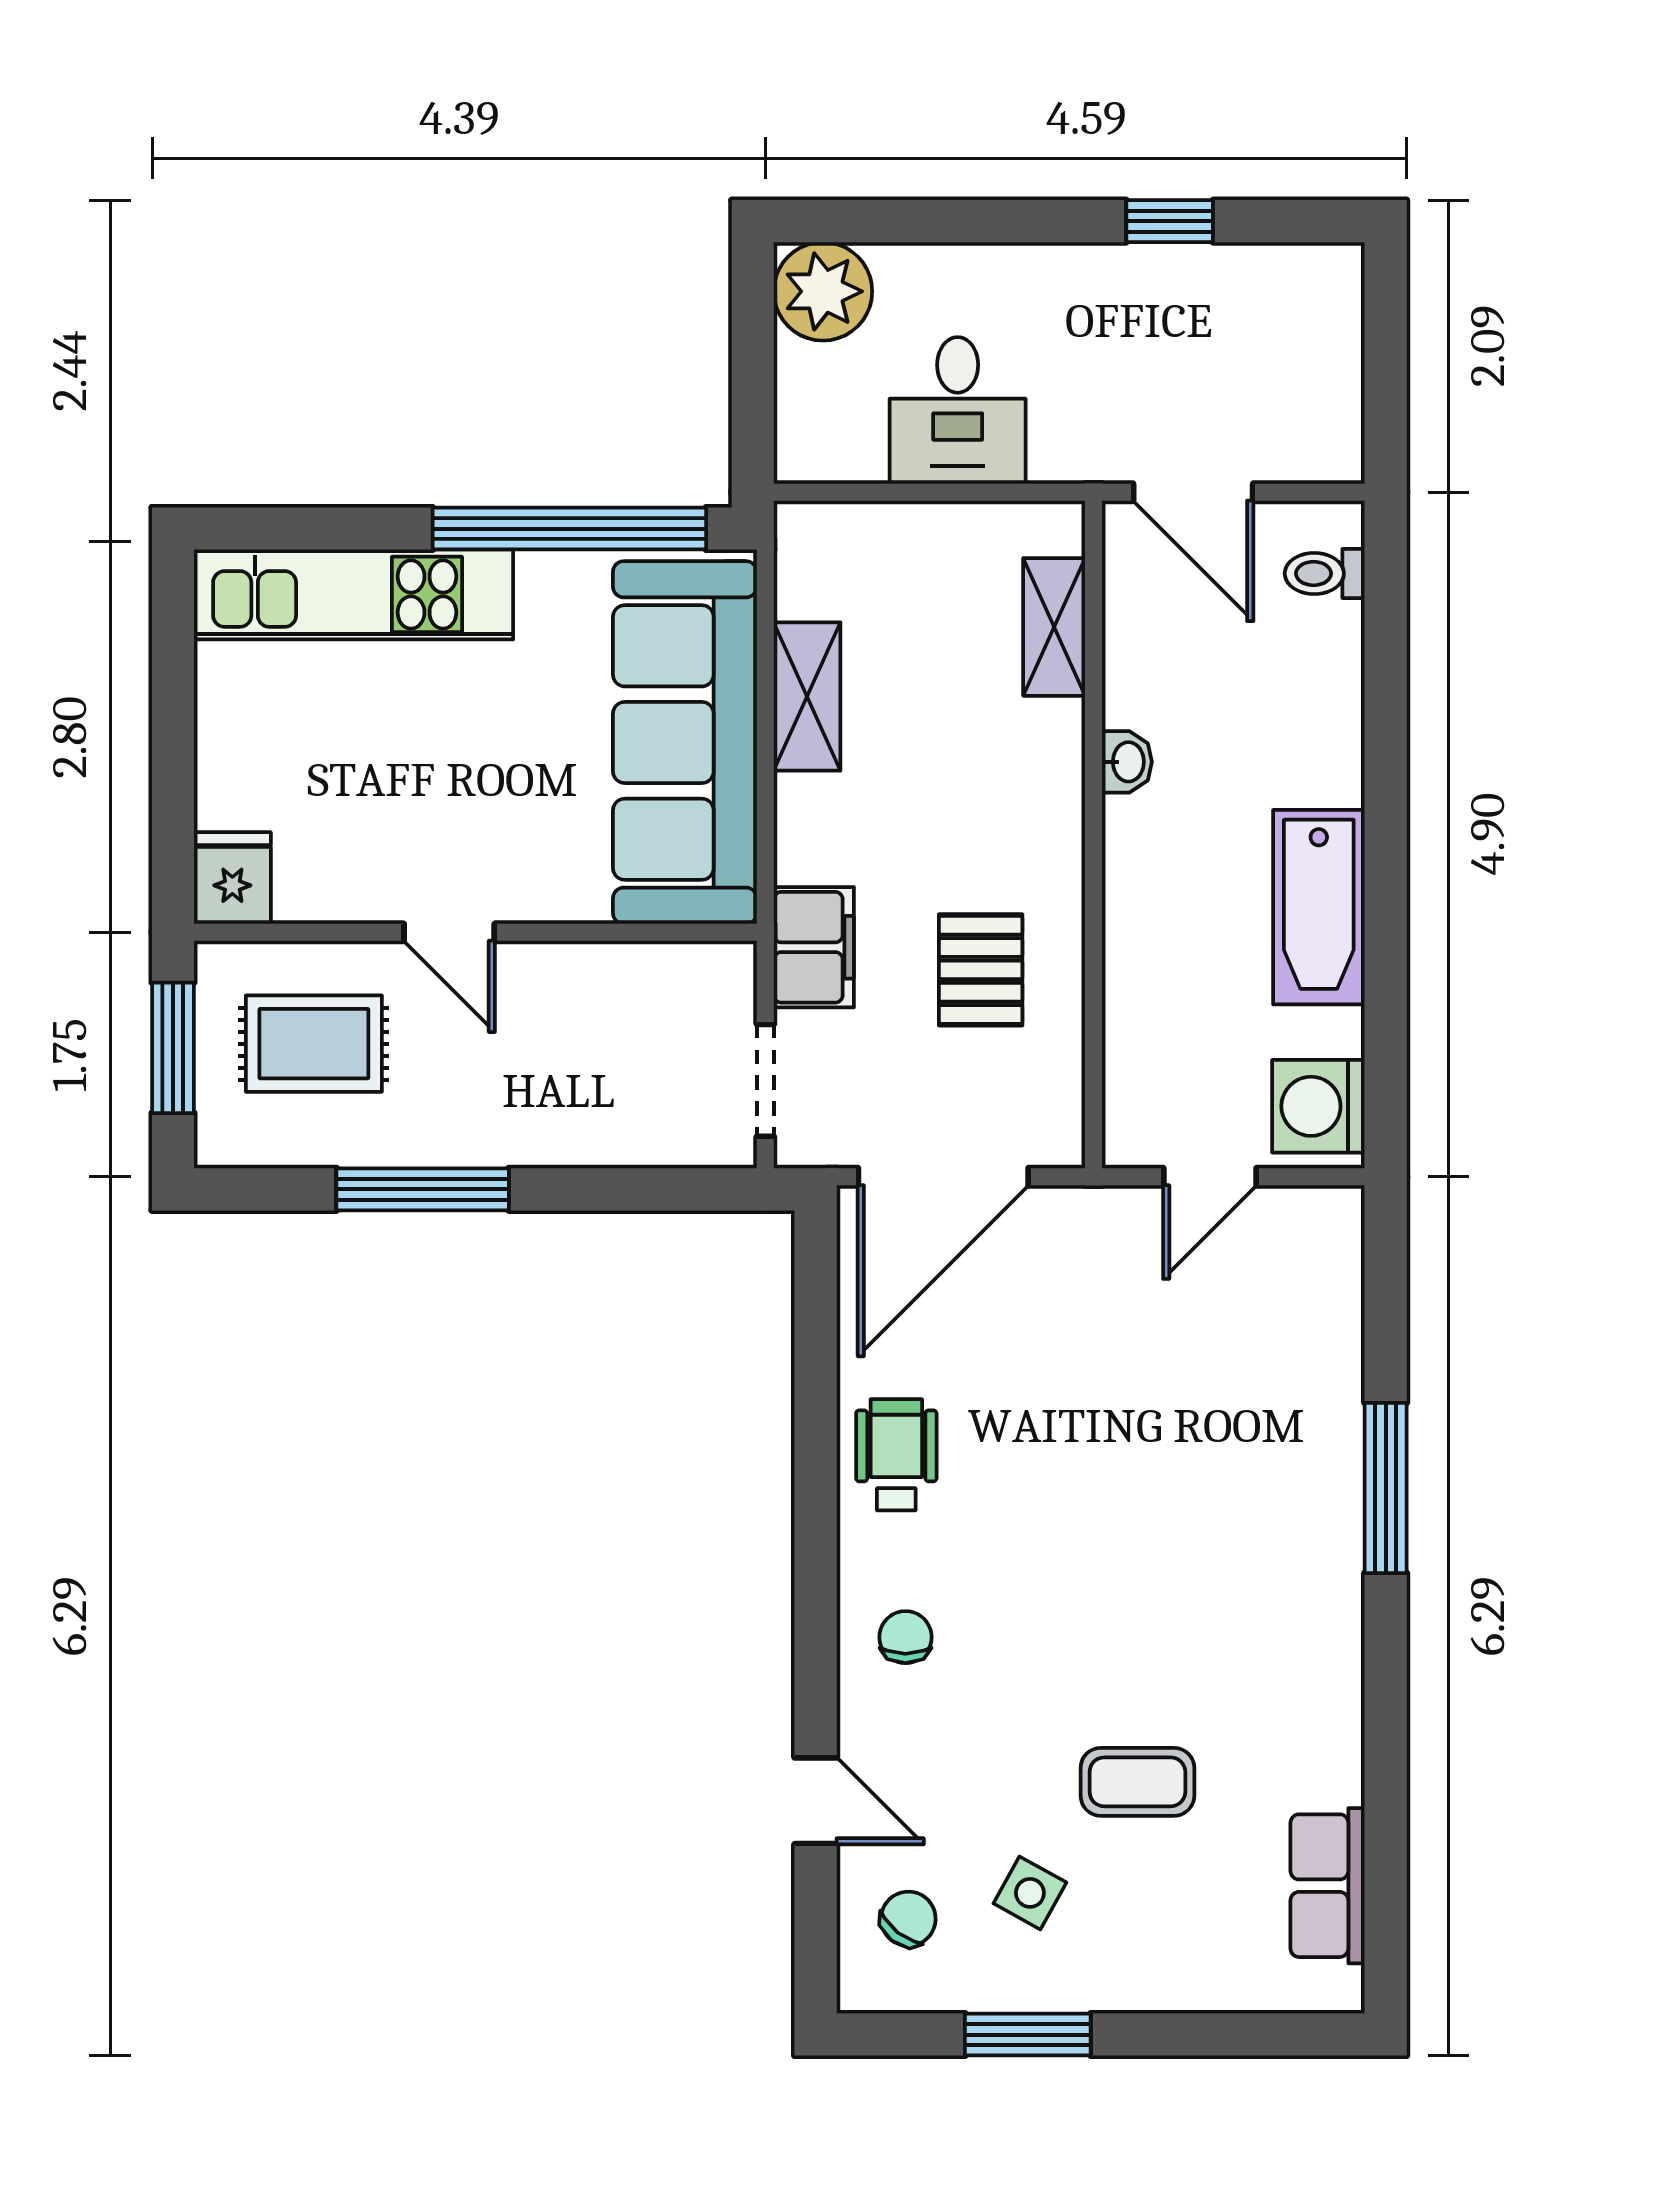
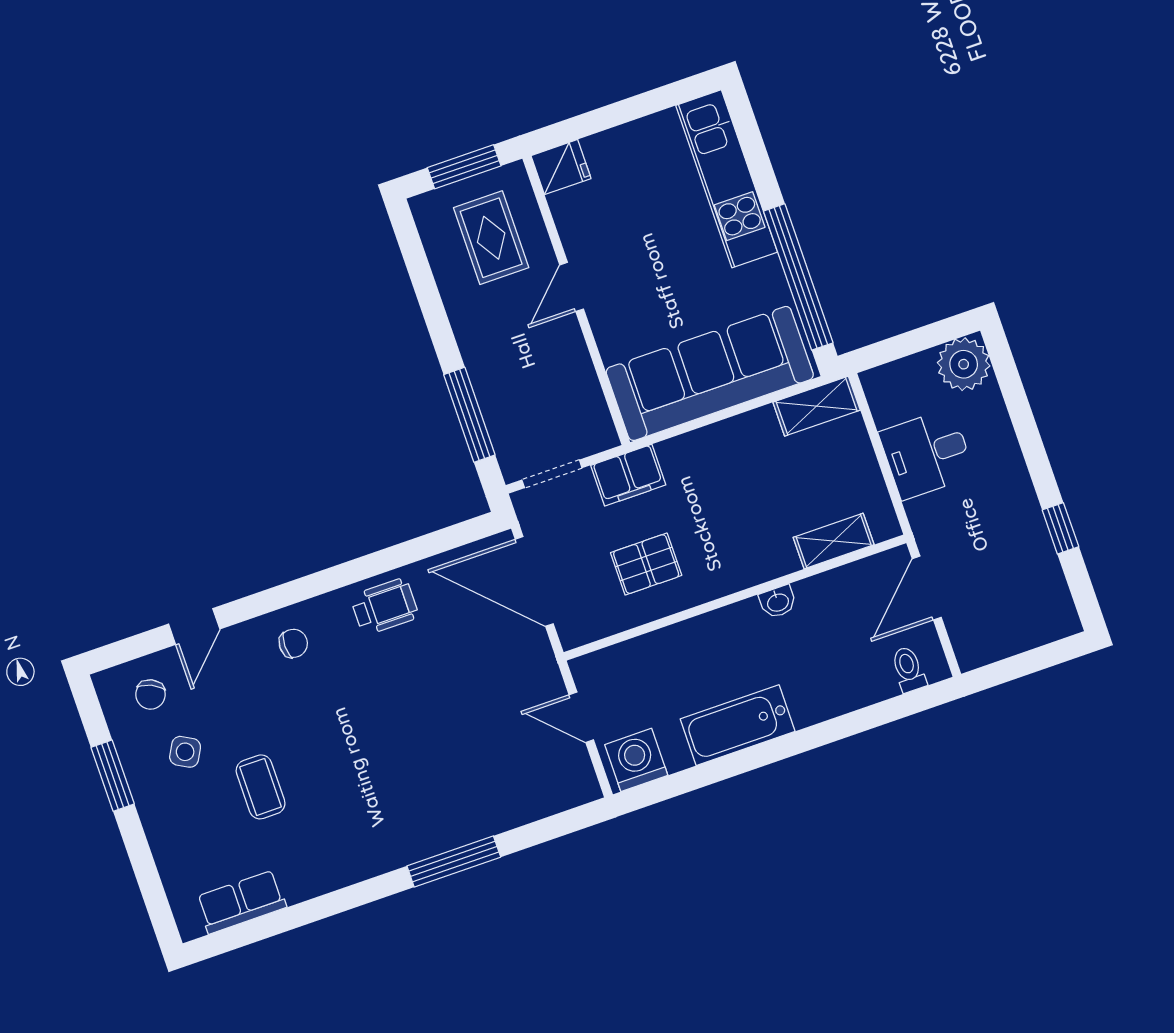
shelving: (807, 696) -> (817, 406), moved
window: (423, 1189) -> (469, 415), moved
chair: (908, 1919) -> (150, 694), turned 77

